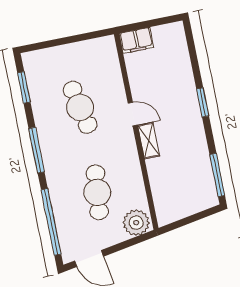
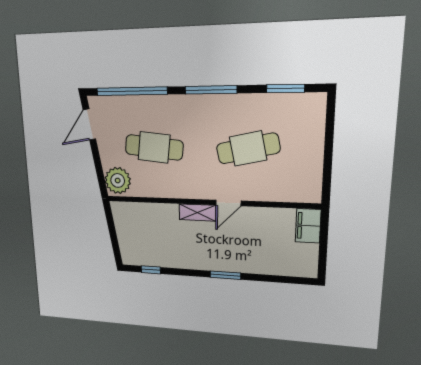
window: (217, 175) -> (151, 270), width x0.46

